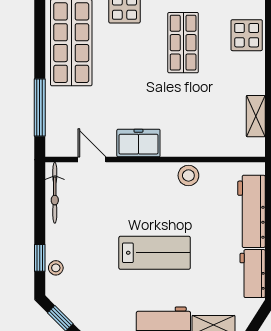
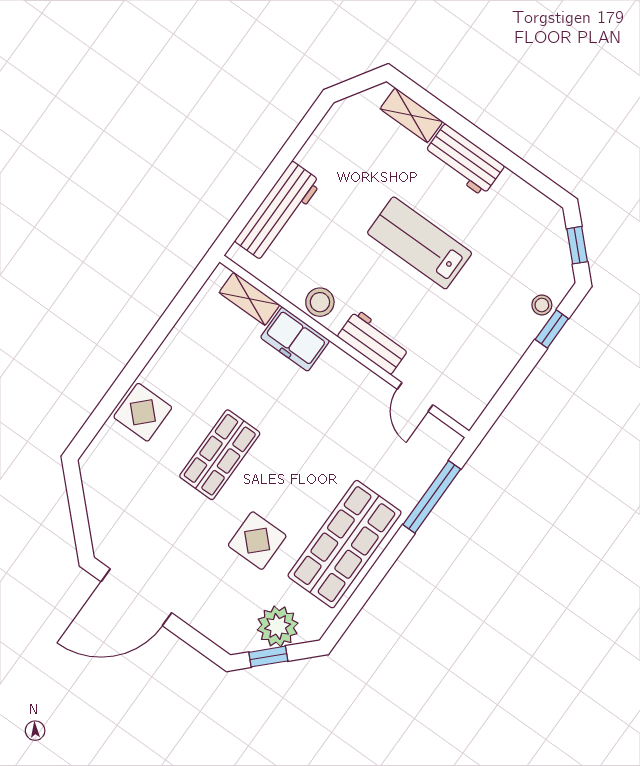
shelving: (256, 116) -> (249, 299), moved, turned 90
freezer: (138, 143) -> (295, 339), moved
bicycle: (55, 193) -> (483, 390), removed
workbench: (253, 274) -> (374, 342), moved, turned -90

